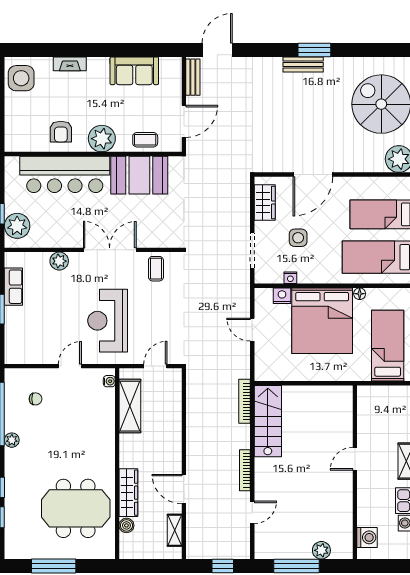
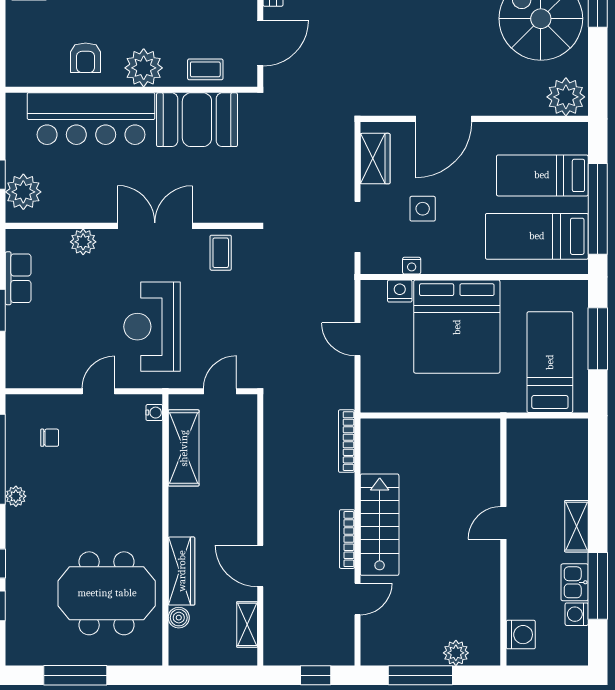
floor lamp: (360, 294) -> (510, 288), removed
stairs: (268, 421) -> (380, 525), moved

